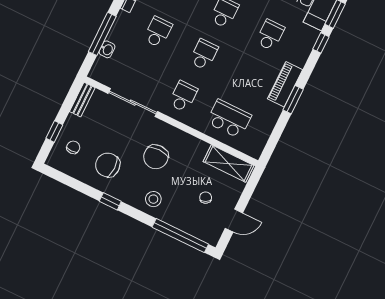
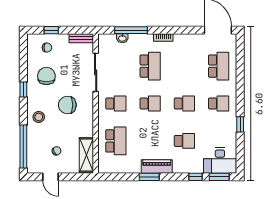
school desk: (158, 32) -> (150, 66), width x1.85

